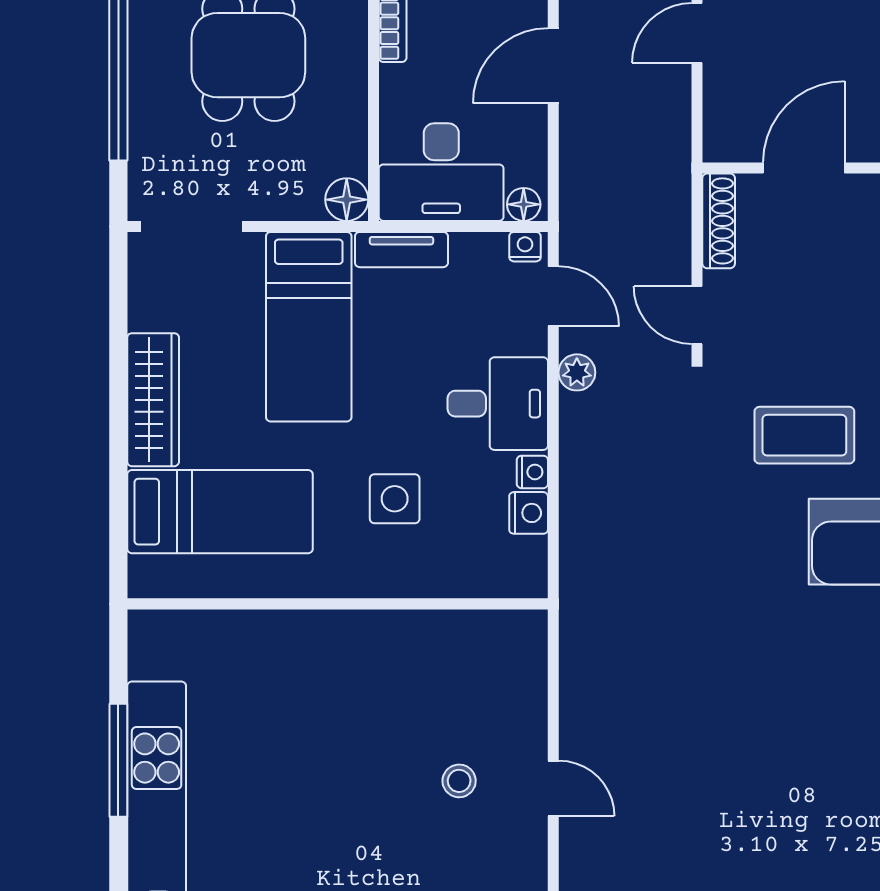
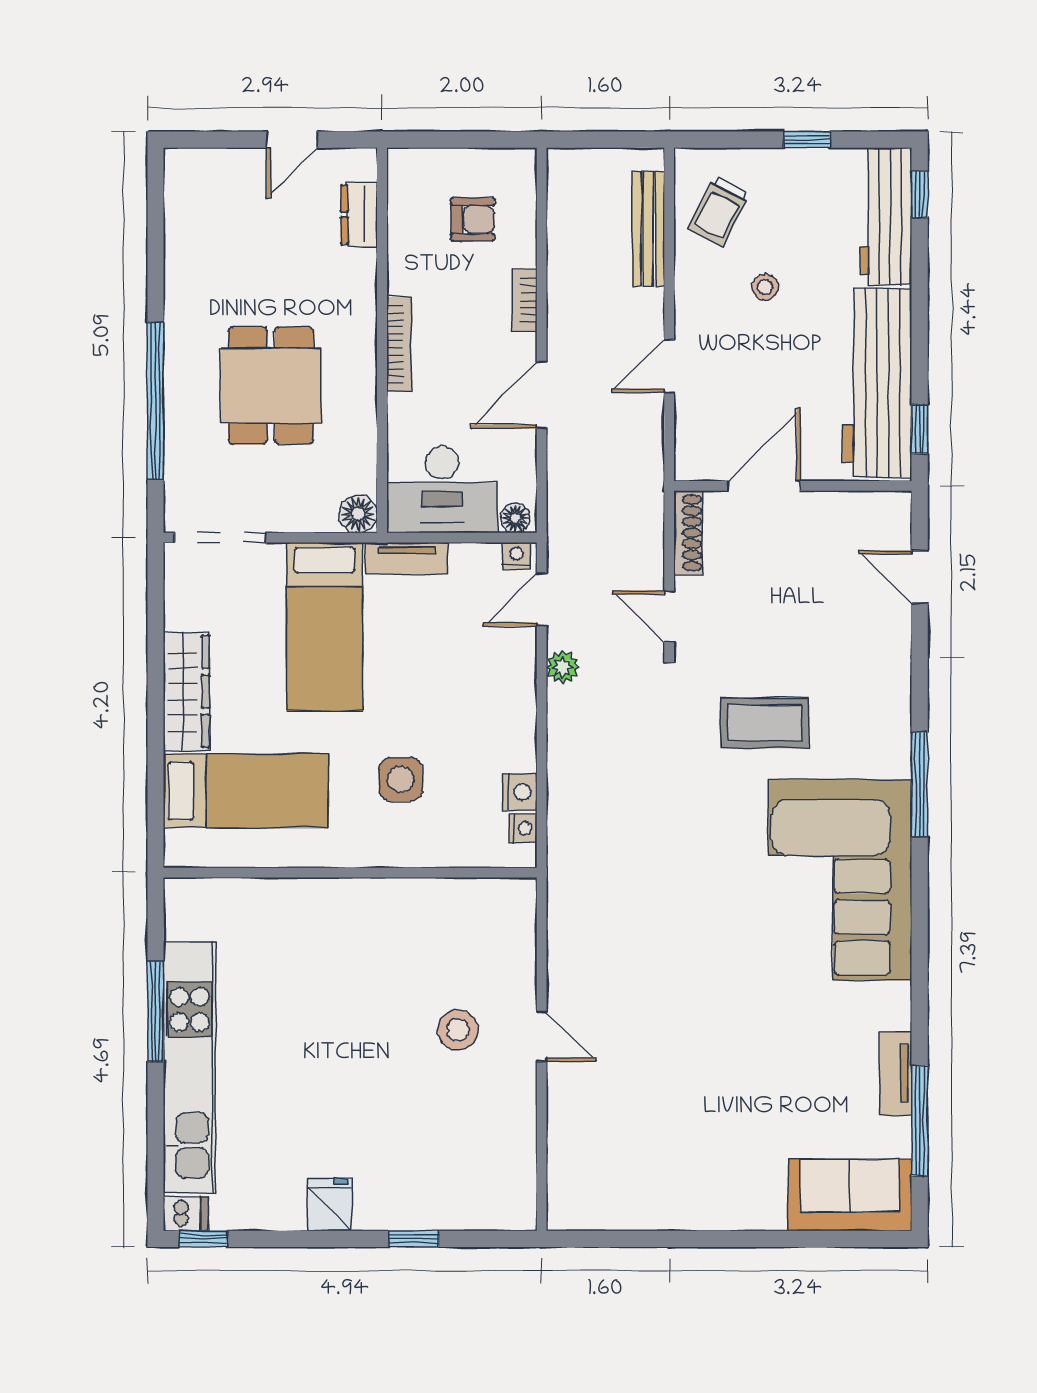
door: (553, 296) -> (542, 600), swing flipped
desk: (498, 404) -> (492, 695), removed
nightstand: (532, 472) -> (523, 828), moved
stool: (459, 781) -> (458, 1030), width x1.37, depth x1.37

